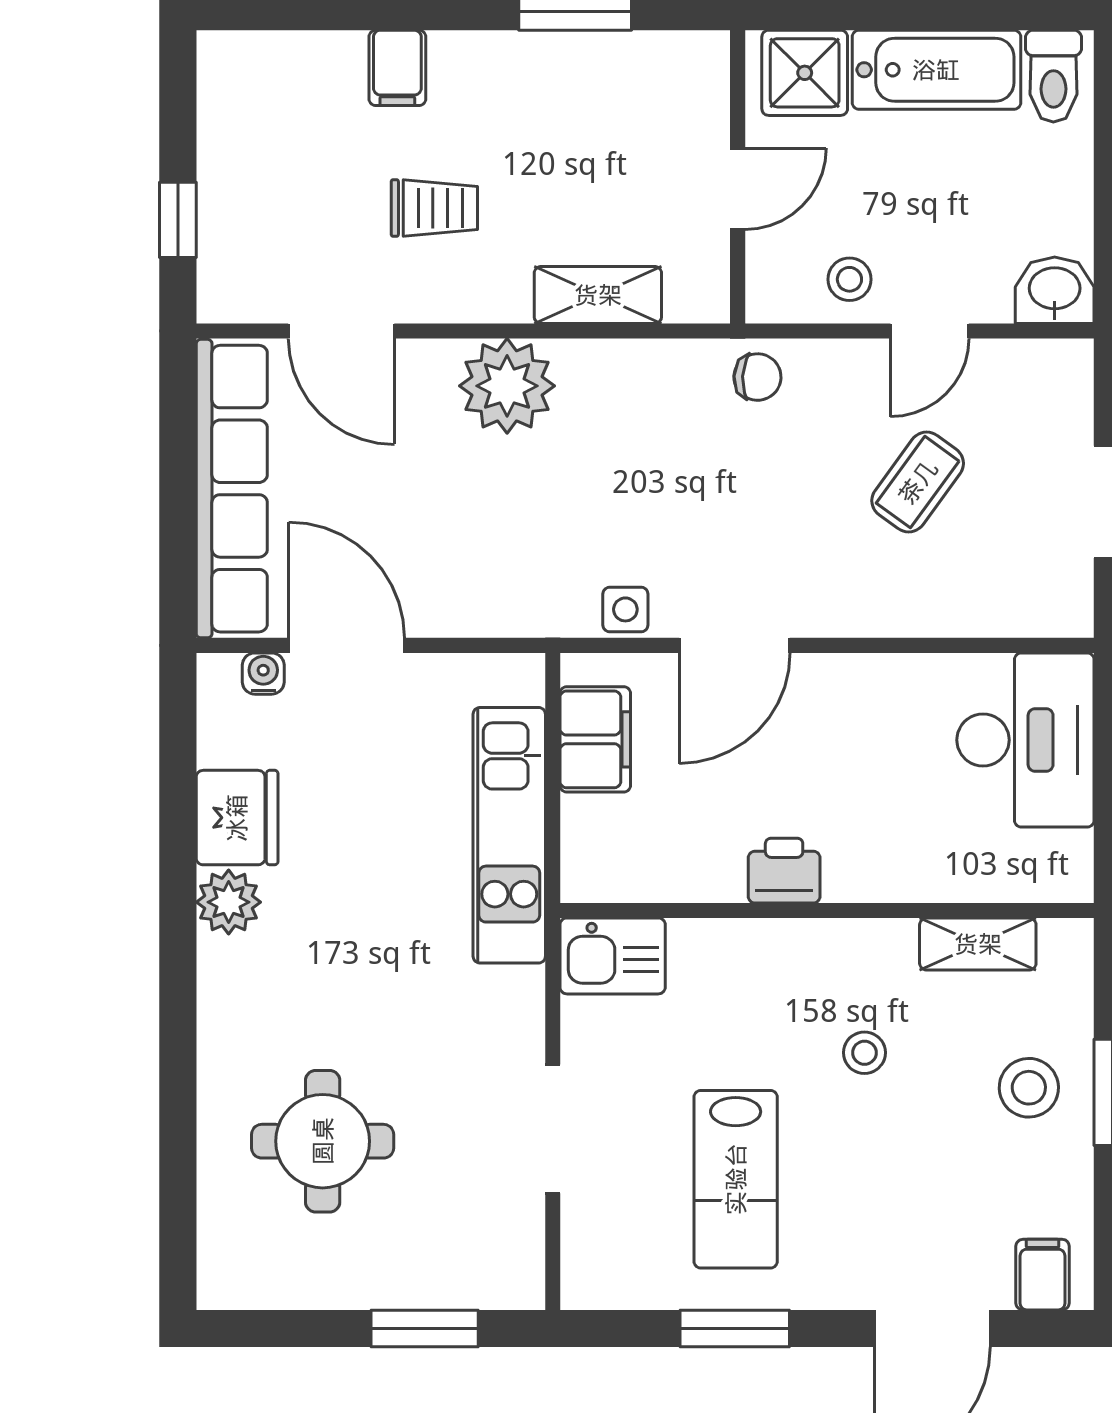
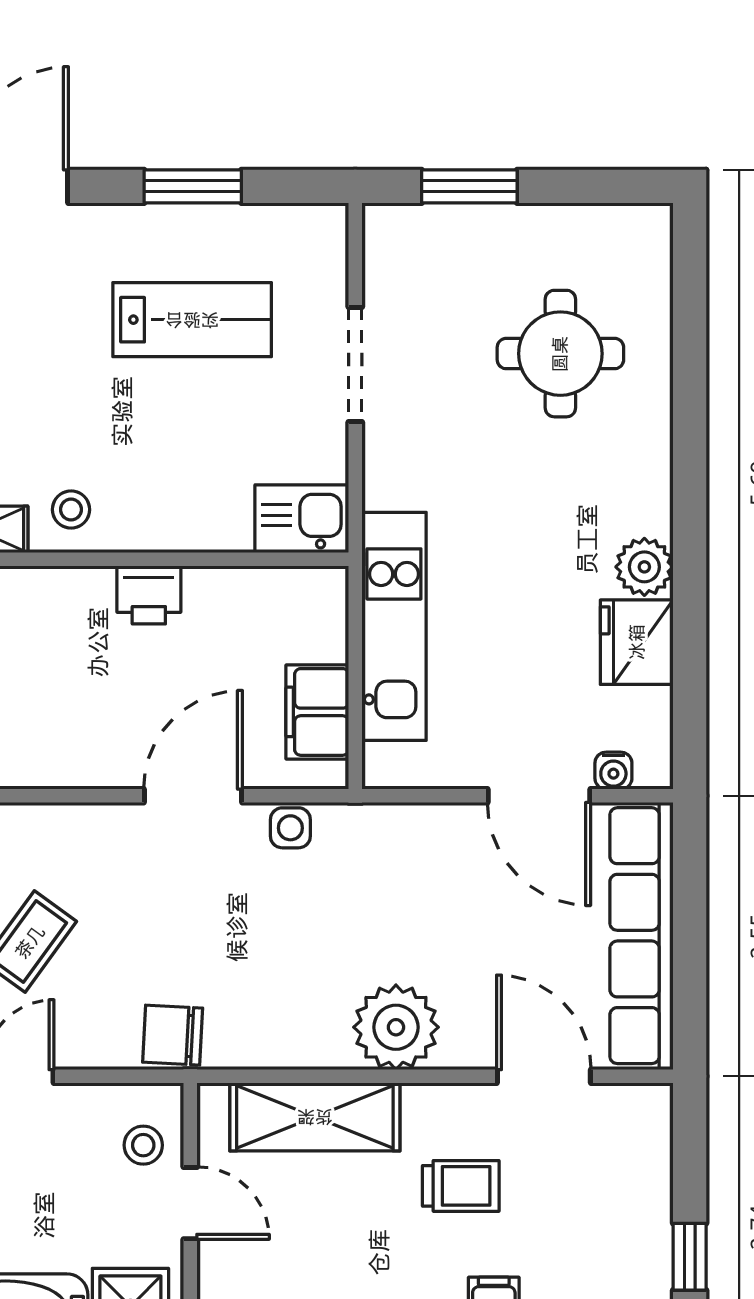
door: (738, 189) -> (190, 1203), swing flipped
trolley: (434, 208) -> (461, 1186), turned 180
window: (178, 220) -> (690, 1257), moved
stool: (849, 279) -> (143, 1145), moved
shelving: (598, 295) -> (315, 1117), width x1.50, depth x1.33
chair: (757, 377) -> (173, 1035), width x1.37, depth x1.37
stool: (864, 1053) -> (71, 510), moved
lab bench: (736, 1179) -> (192, 320), turned 90

